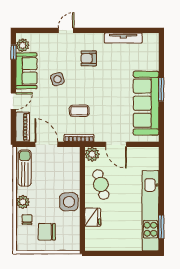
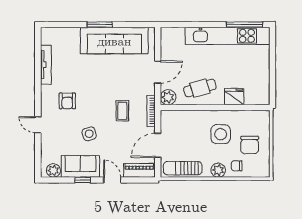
window: (13, 52) -> (83, 180), moved
side table: (69, 202) -> (221, 134), moved
window: (161, 227) -> (245, 25), width x1.44

